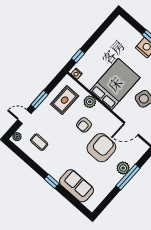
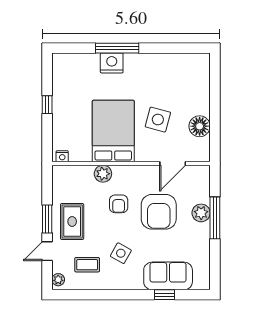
window: (78, 56) -> (47, 105), moved
rug: (65, 100) -> (72, 221), moved
armchair: (101, 148) -> (159, 212), turned 180
side table: (62, 152) -> (121, 253), added
window: (52, 181) -> (165, 295), moved

